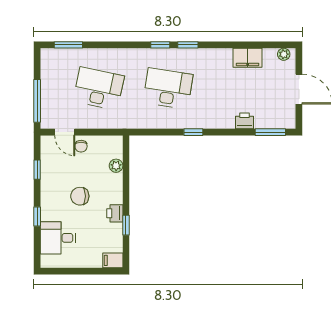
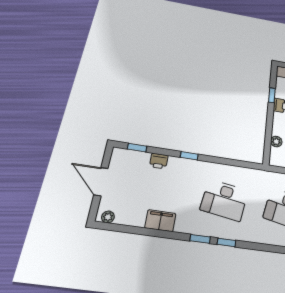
filing cabinet: (248, 58) -> (160, 221), moved
window: (193, 132) -> (189, 156), moved
window: (270, 132) -> (137, 148), width x0.67

